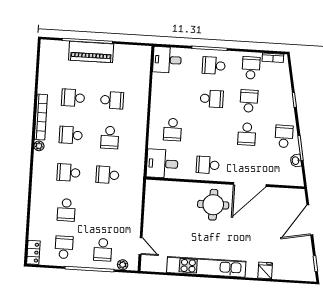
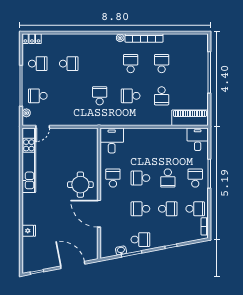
piano: (91, 52) -> (190, 118), moved, turned 90
school desk: (173, 130) -> (140, 178), moved
school desk: (69, 173) -> (100, 64), removed
school desk: (66, 210) -> (69, 64), turned 180
kitchen unit: (206, 267) -> (29, 160), moved

